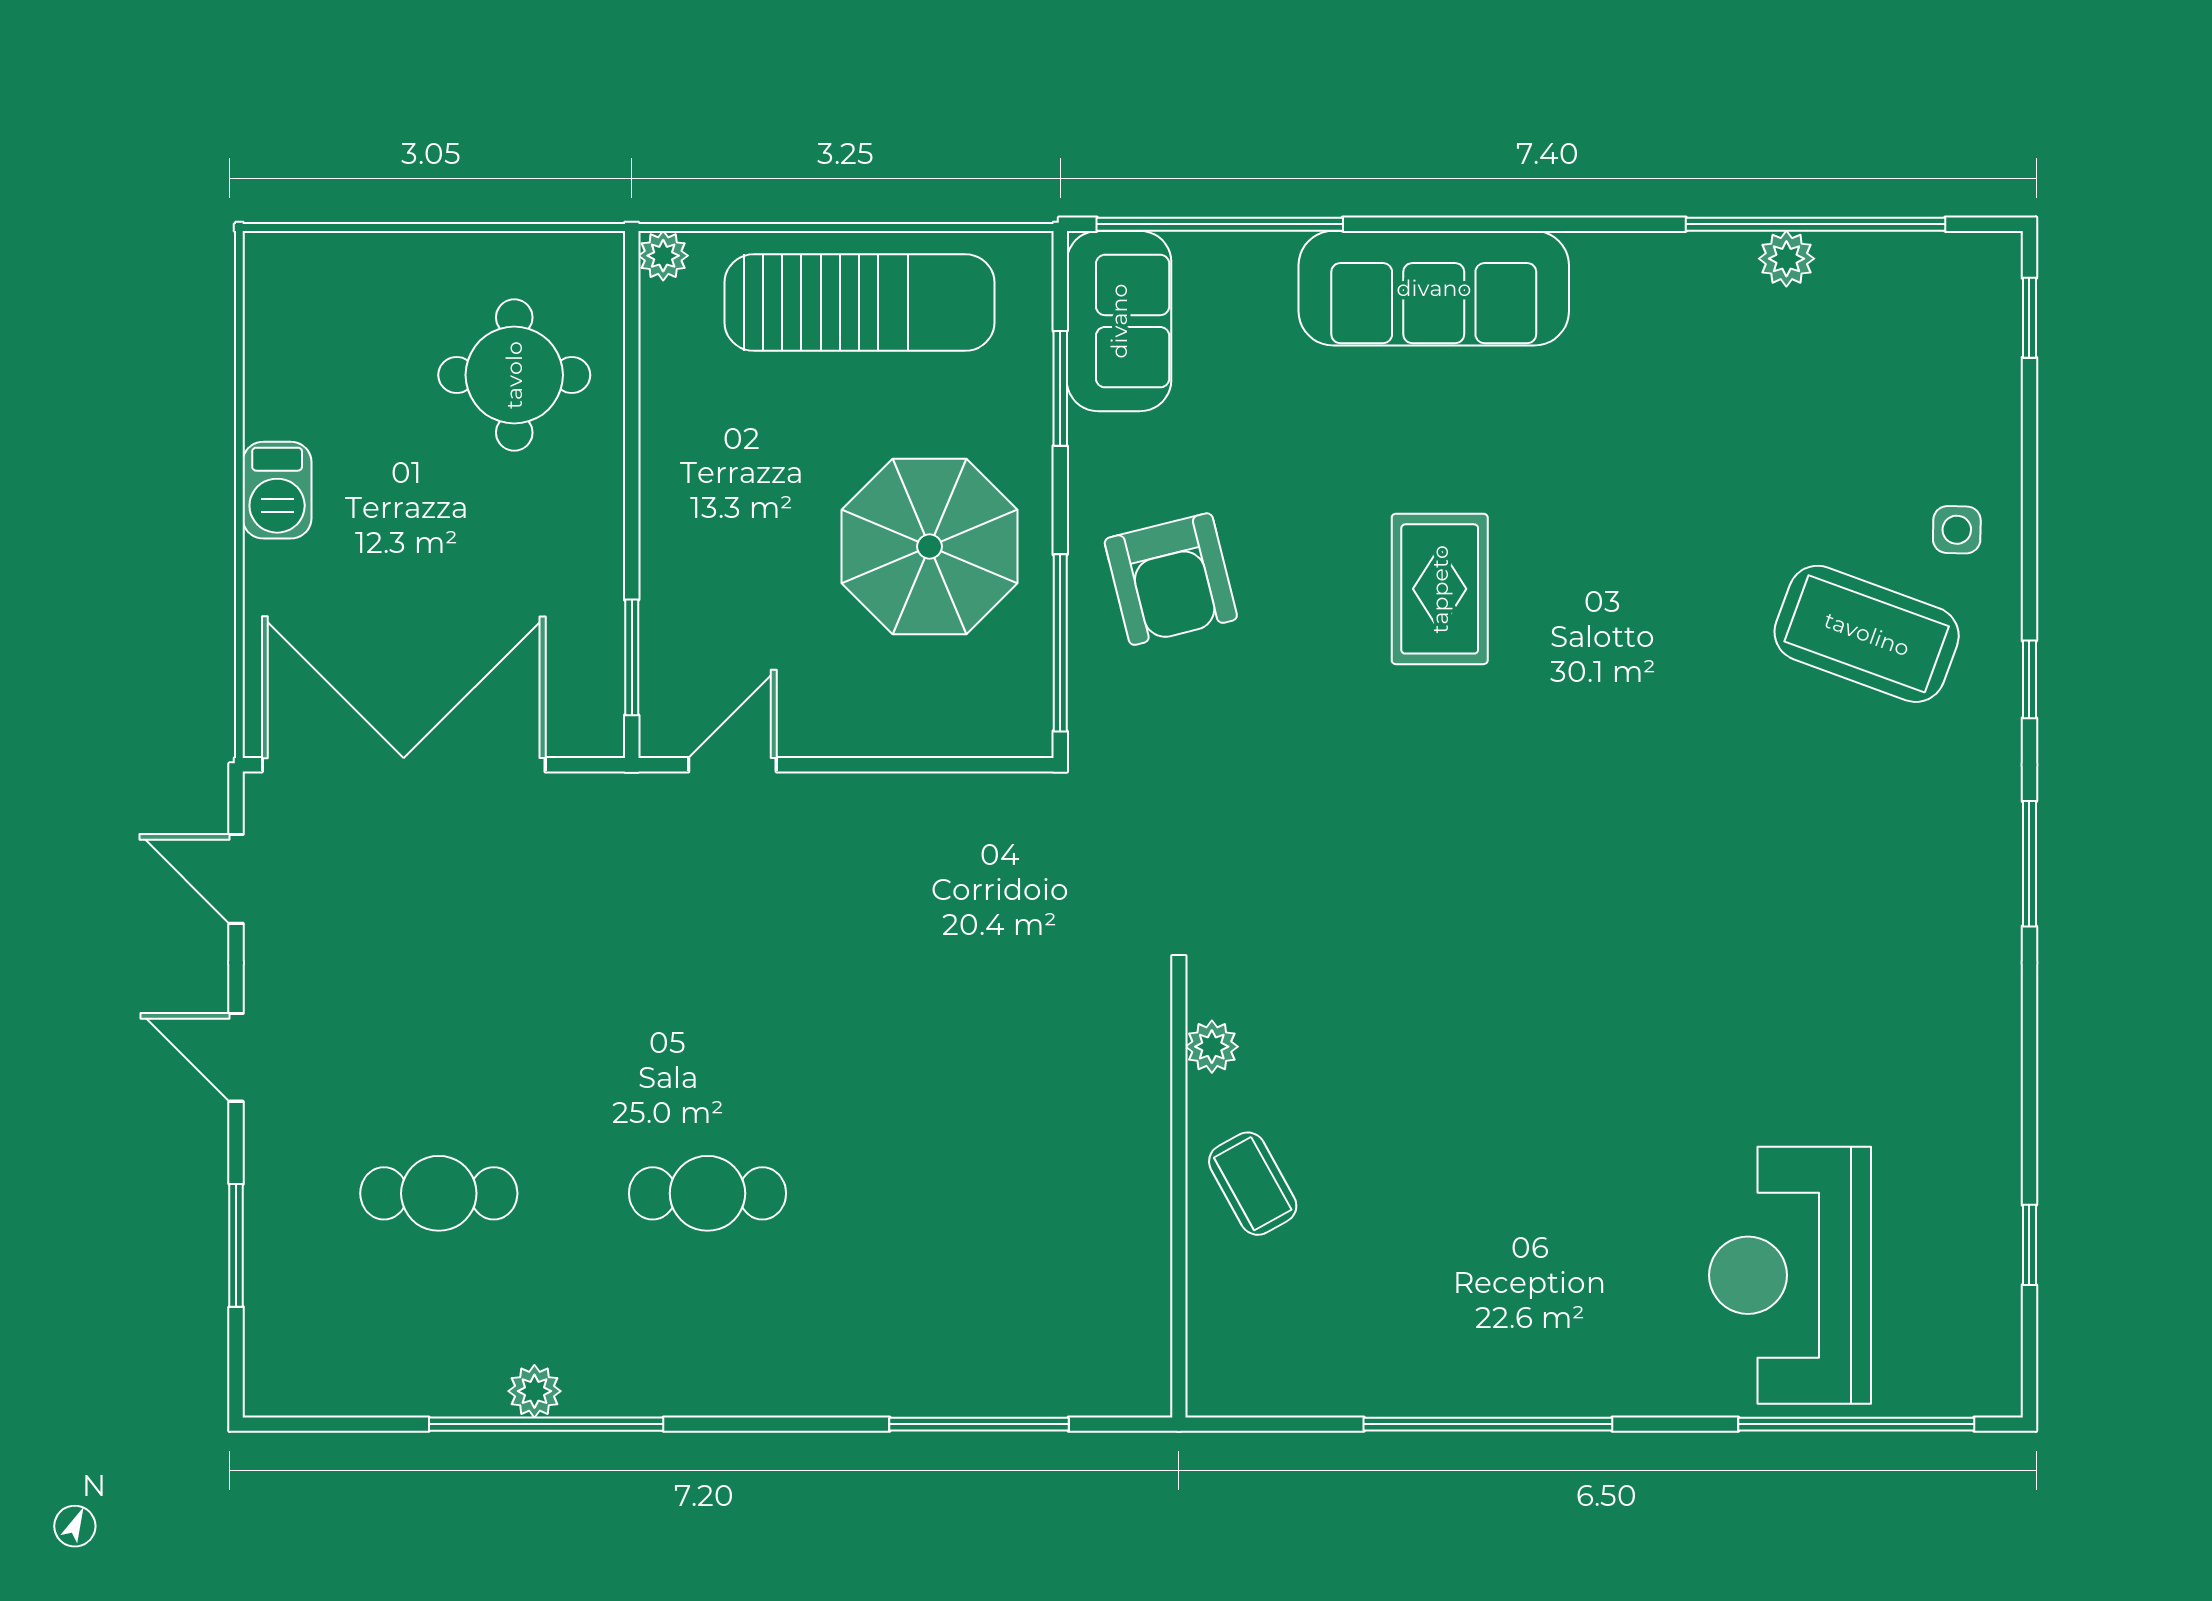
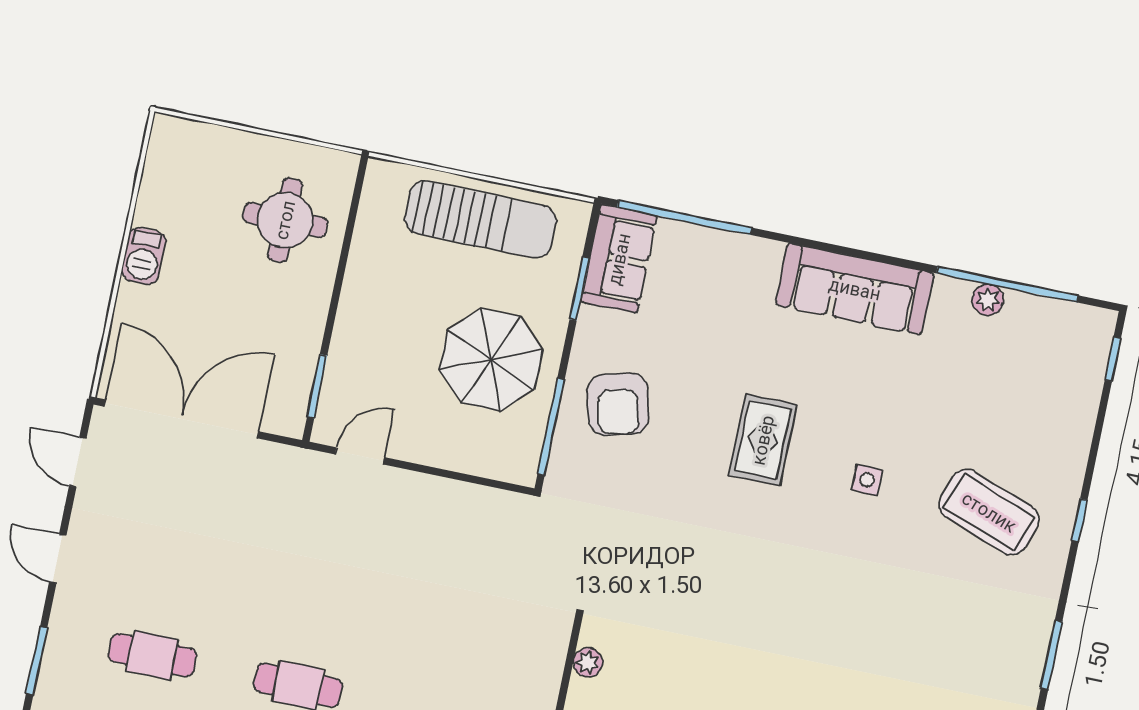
plant: (663, 256) -> (379, 172), removed
sofa: (1434, 288) -> (855, 289), moved
side table: (1957, 530) -> (867, 480), moved
window: (2029, 679) -> (1079, 520), moved

